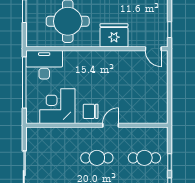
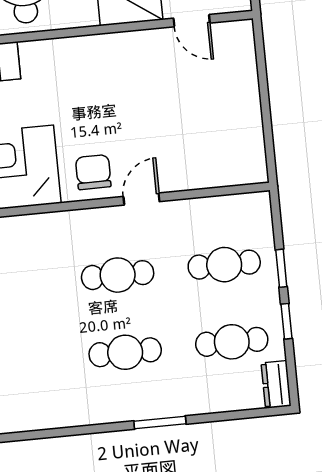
door: (153, 49) -> (192, 21), moved
chair: (91, 111) -> (93, 172), turned 90

